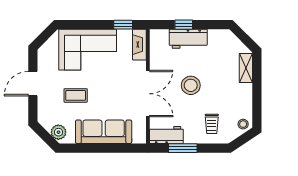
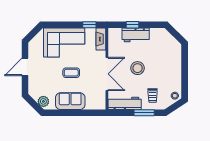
shelving: (246, 68) -> (177, 56), removed
coffee table: (76, 95) -> (71, 73), moved
sofa: (104, 132) -> (70, 101), width x0.73
workbench: (166, 135) -> (125, 103), width x1.37
window: (183, 148) -> (144, 113), moved

